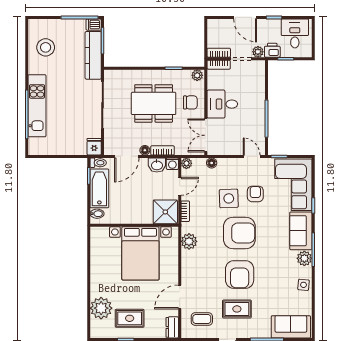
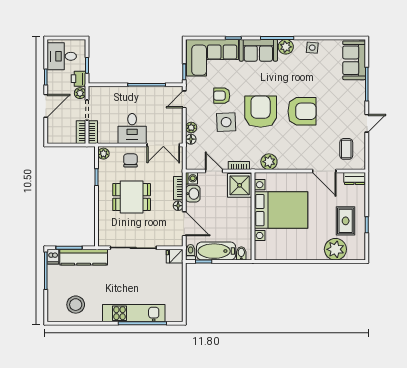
dining table: (154, 103) -> (132, 197), width x0.73
plant: (186, 163) -> (191, 128), moved
rug: (237, 309) -> (336, 114), removed

